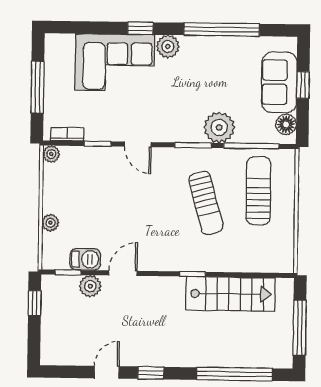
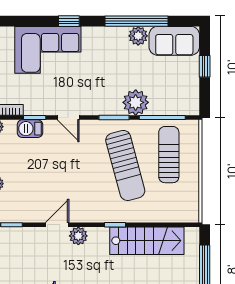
plant: (168, 46) -> (138, 36), moved
sofa: (279, 82) -> (174, 41), moved, turned -90
floor lamp: (286, 124) -> (191, 99), removed
sun lounger: (206, 203) -> (125, 165), width x1.36, depth x1.34
barbecue: (85, 259) -> (30, 129), moved, turned 180
plant: (90, 286) -> (78, 236), moved

